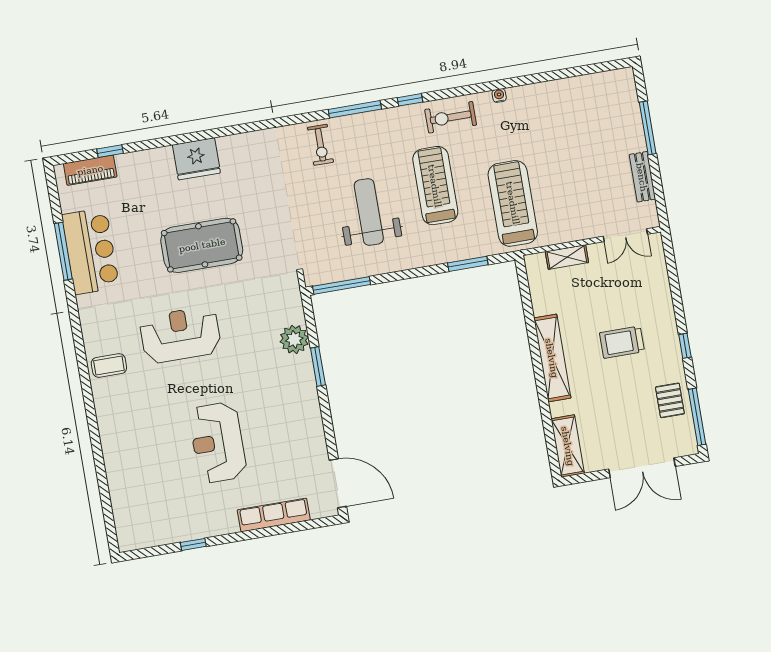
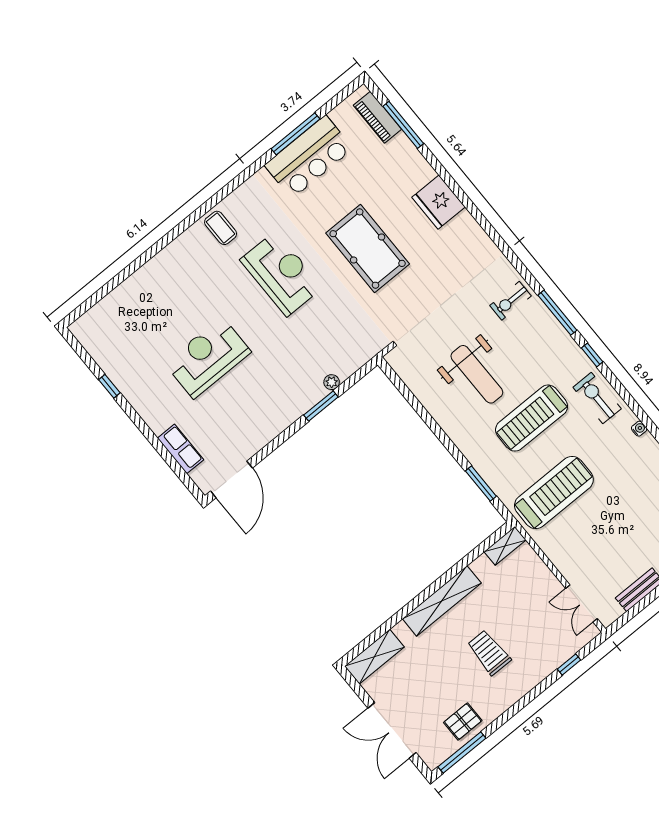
window: (110, 151) -> (403, 125), width x2.17
treadmill: (435, 186) -> (532, 418), turned 180
weight bench: (369, 212) -> (477, 374), turned 90
shelving: (567, 257) -> (505, 546), moved, turned 90
window: (342, 285) -> (401, 387), removed
plant: (294, 339) -> (332, 382), width x0.53, depth x0.53
window: (685, 346) -> (569, 665), moved
row of seats: (274, 515) -> (180, 449), width x0.68

